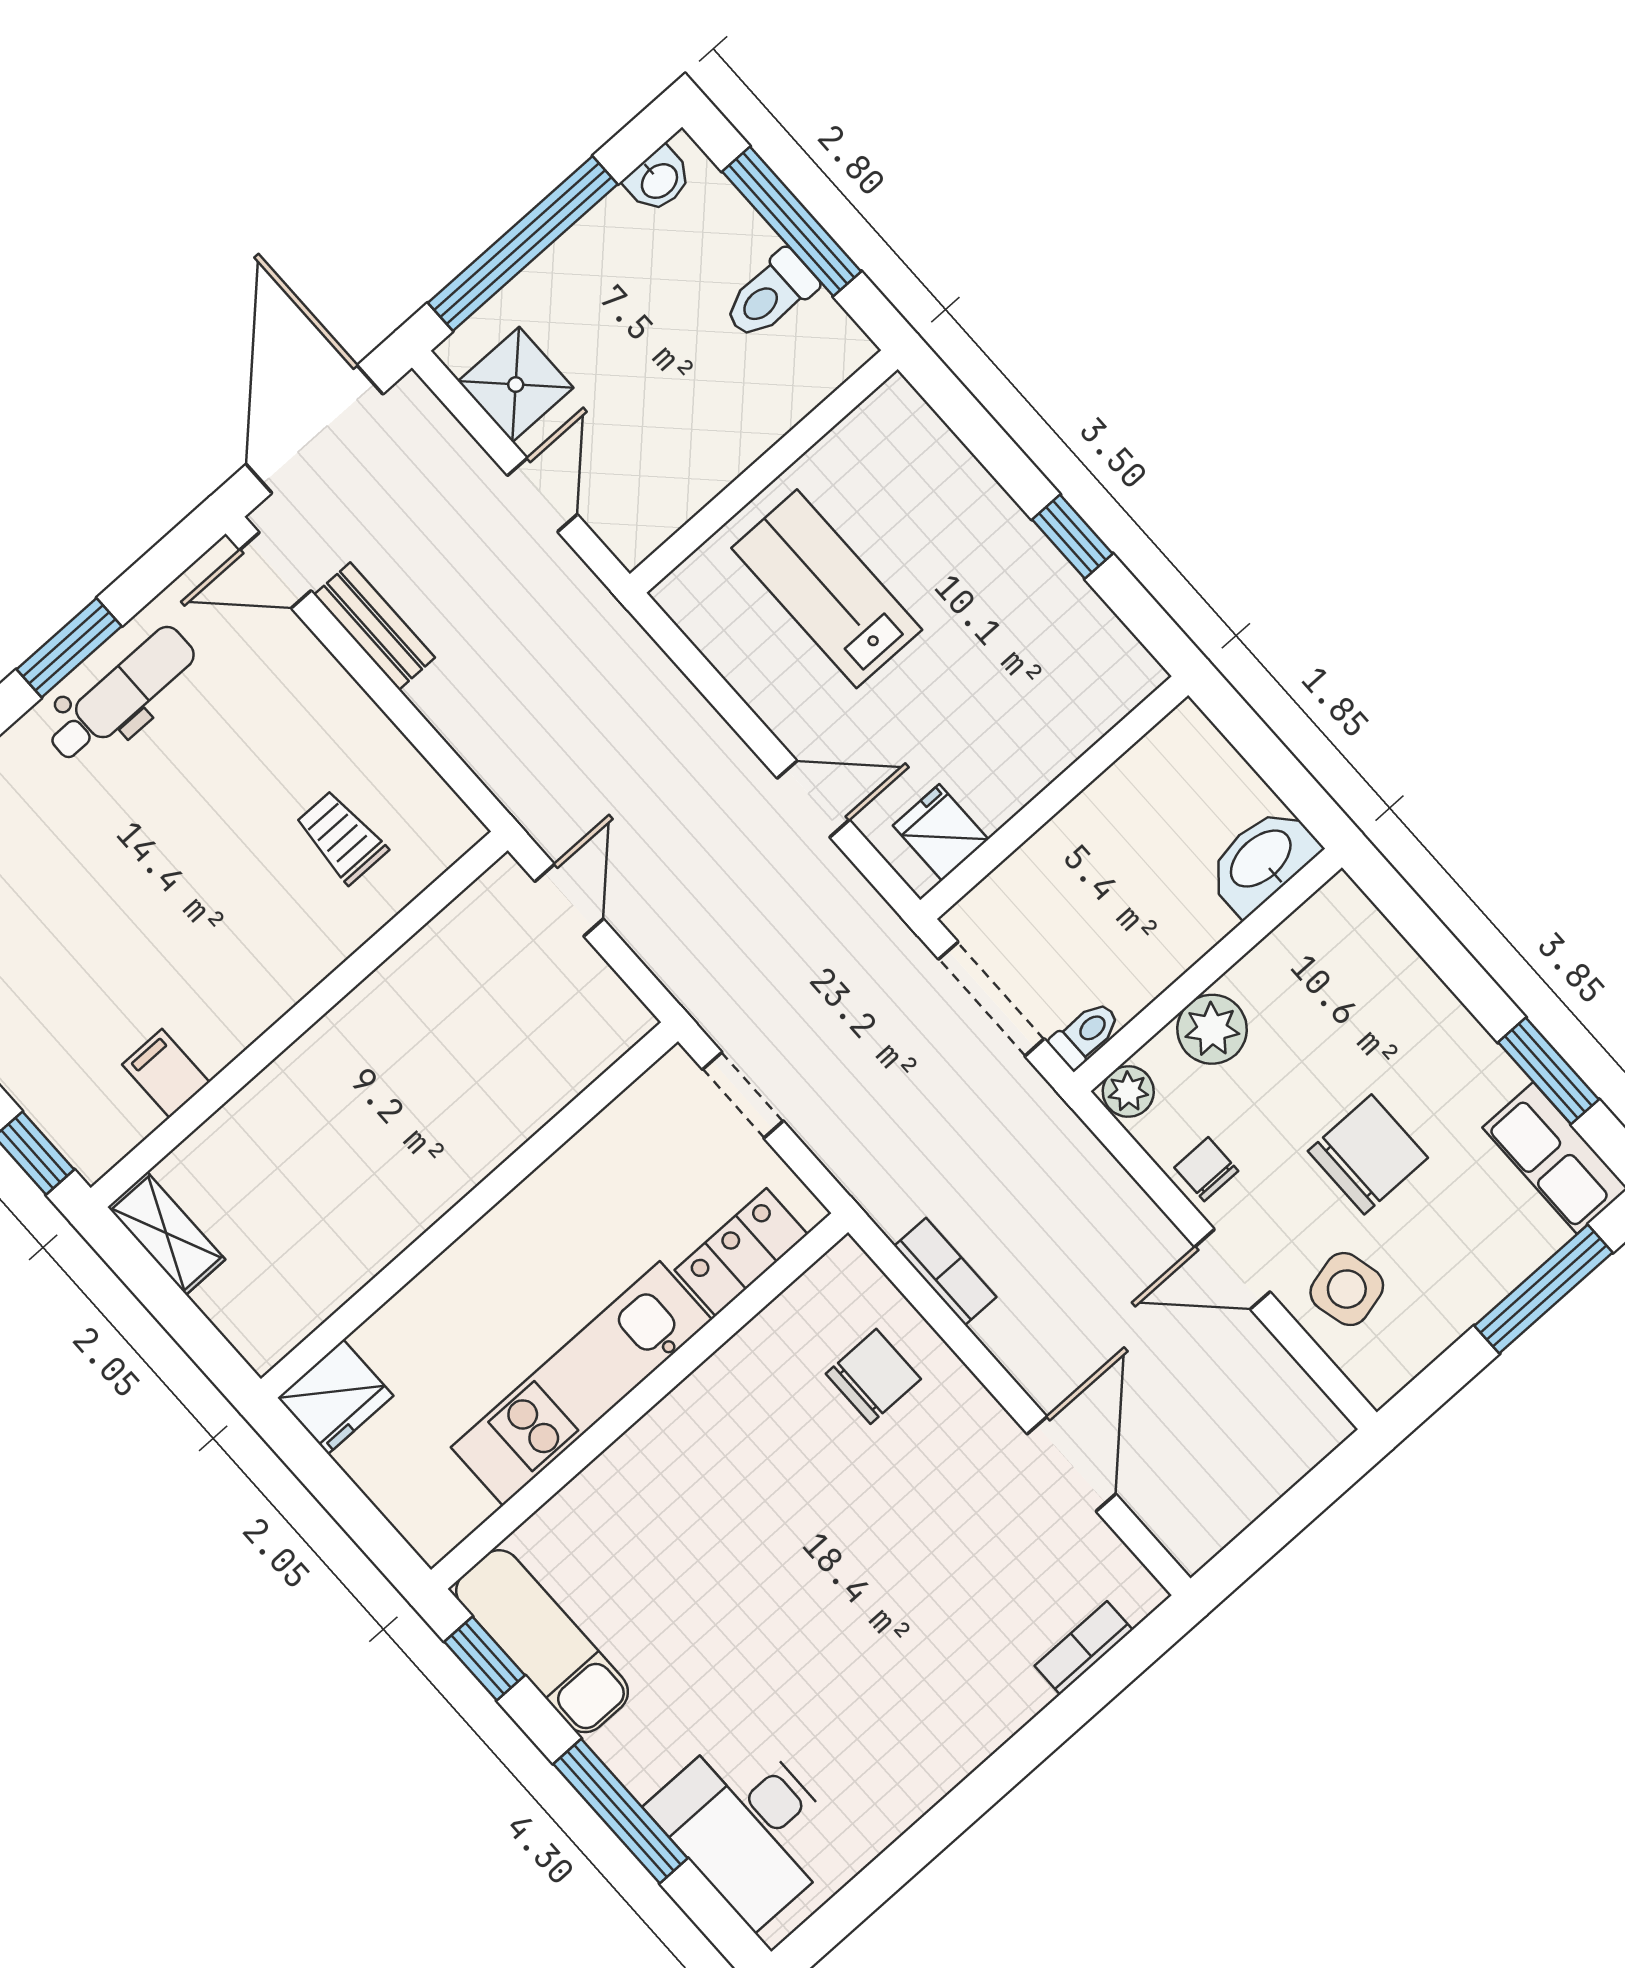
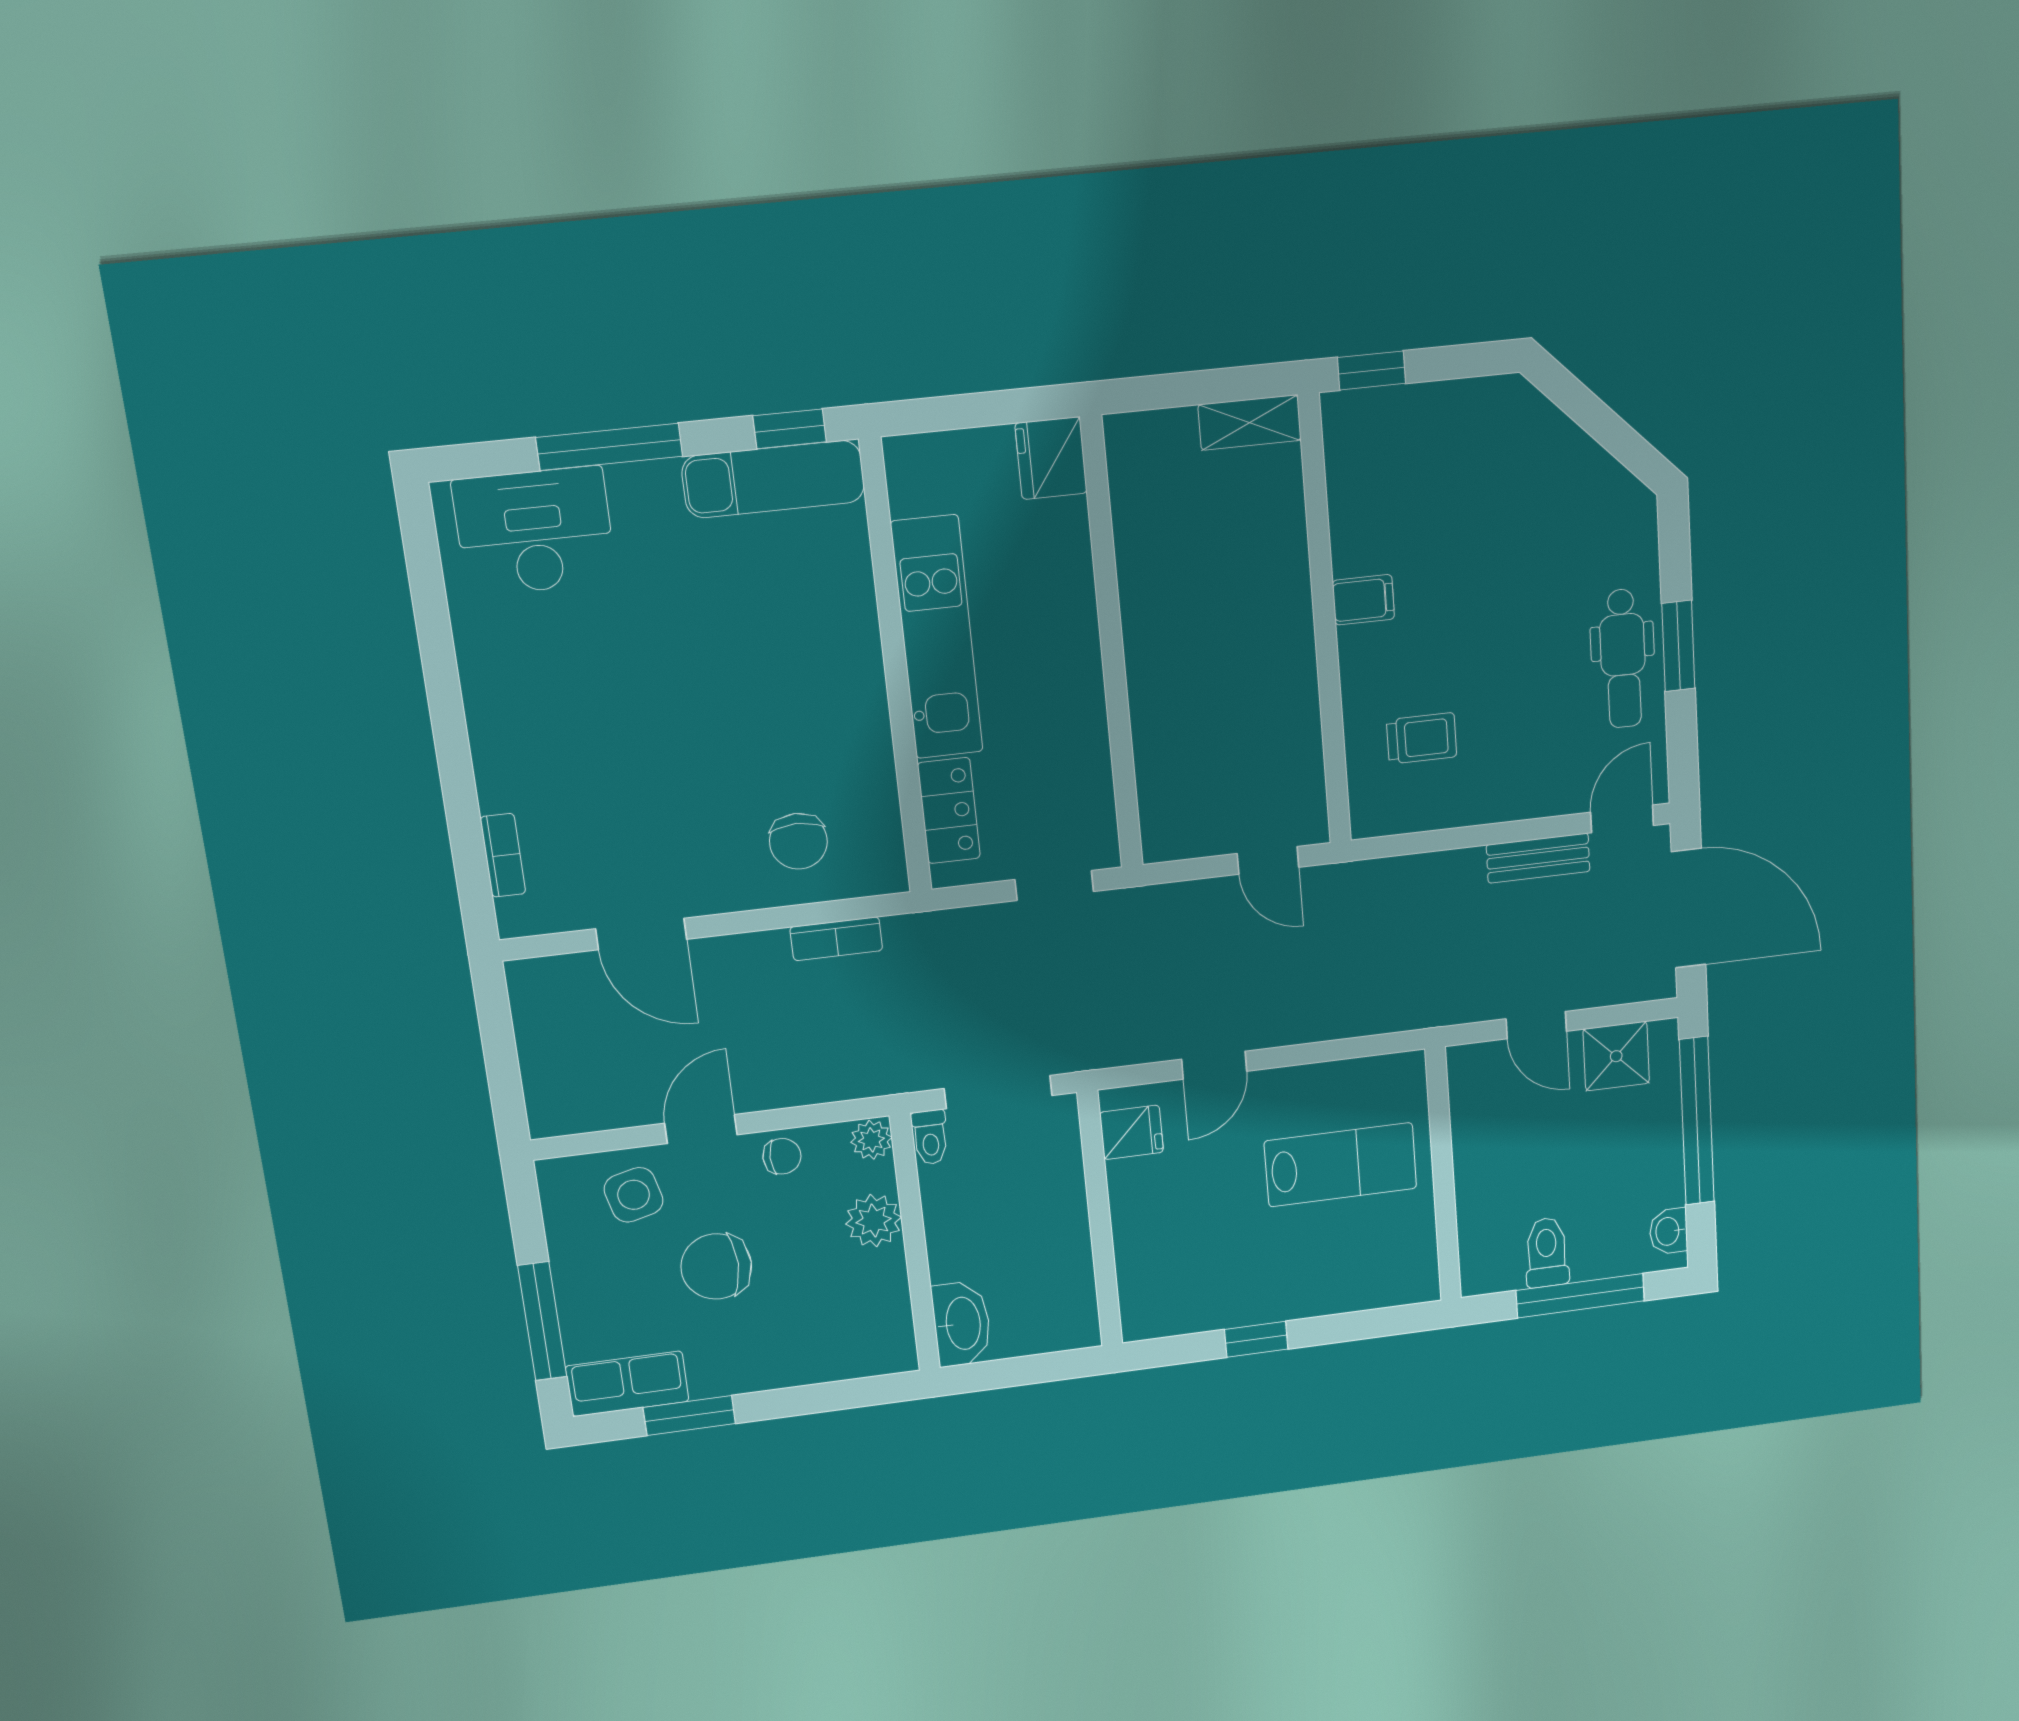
filing cabinet: (166, 1073) -> (1363, 600), moved
chair: (1368, 1154) -> (716, 1266), turned 90

